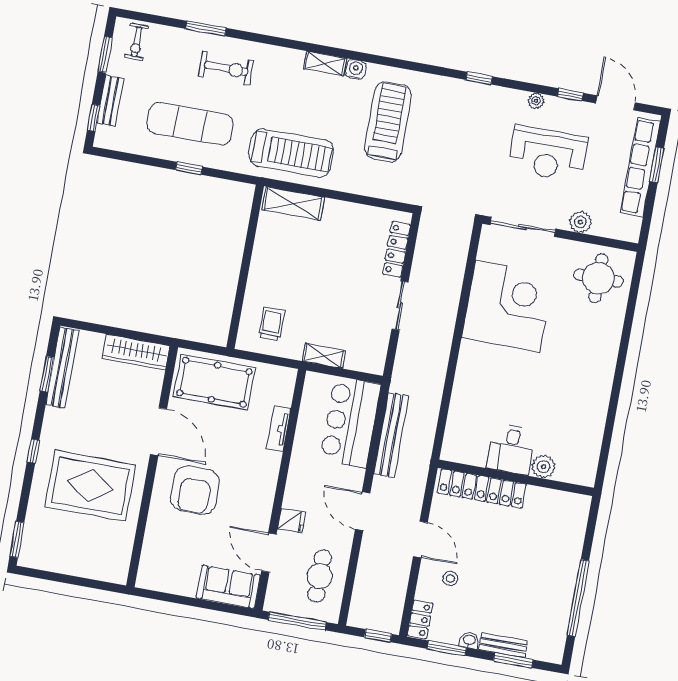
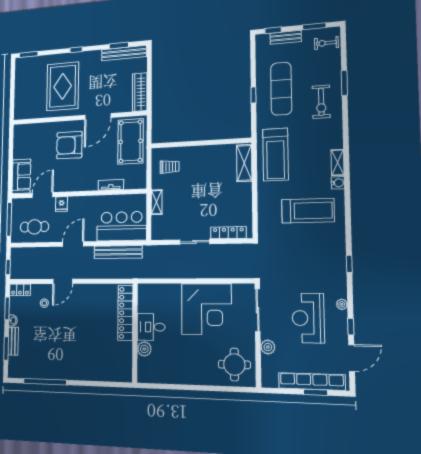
desk: (511, 449) -> (151, 327), moved
plant: (543, 467) -> (144, 349), moved
wall: (516, 478) -> (135, 333), moved
locker: (482, 489) -> (125, 313), moved

